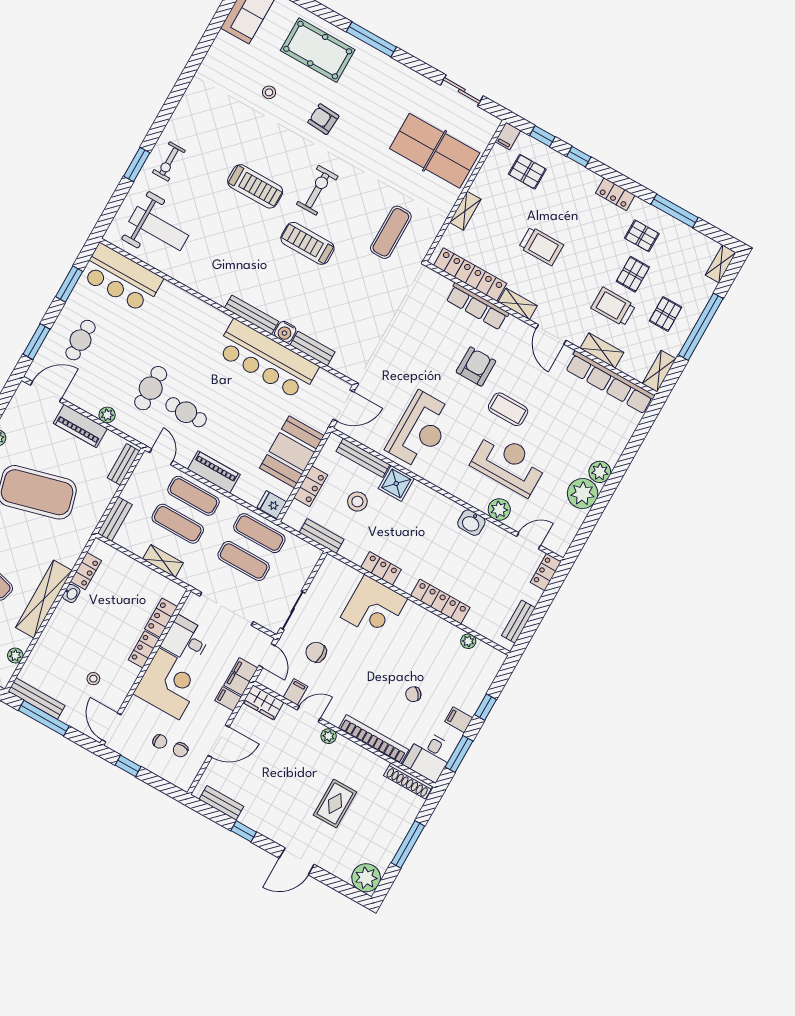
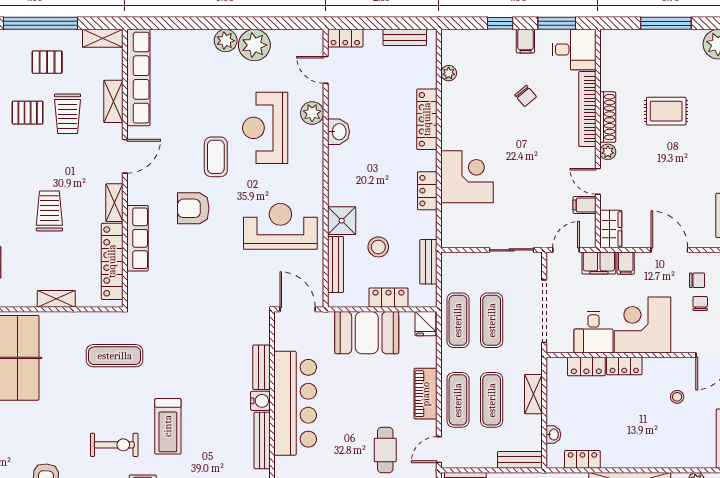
exercise bike: (317, 190) -> (114, 445), turned 180
washbasin: (71, 593) -> (553, 435), moved, turned 90
chair: (316, 652) -> (538, 207), removed
shoe rack: (408, 781) -> (608, 117), moved

